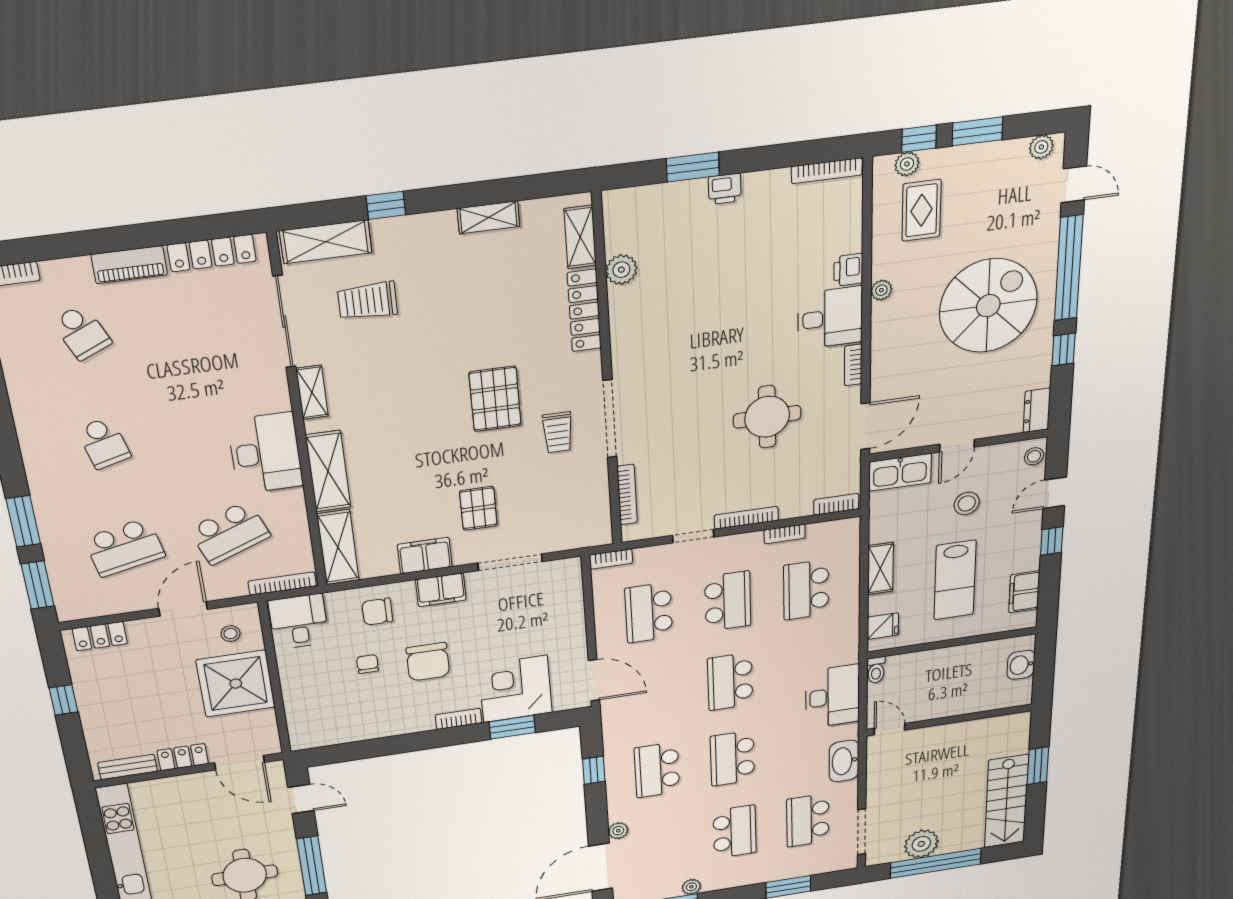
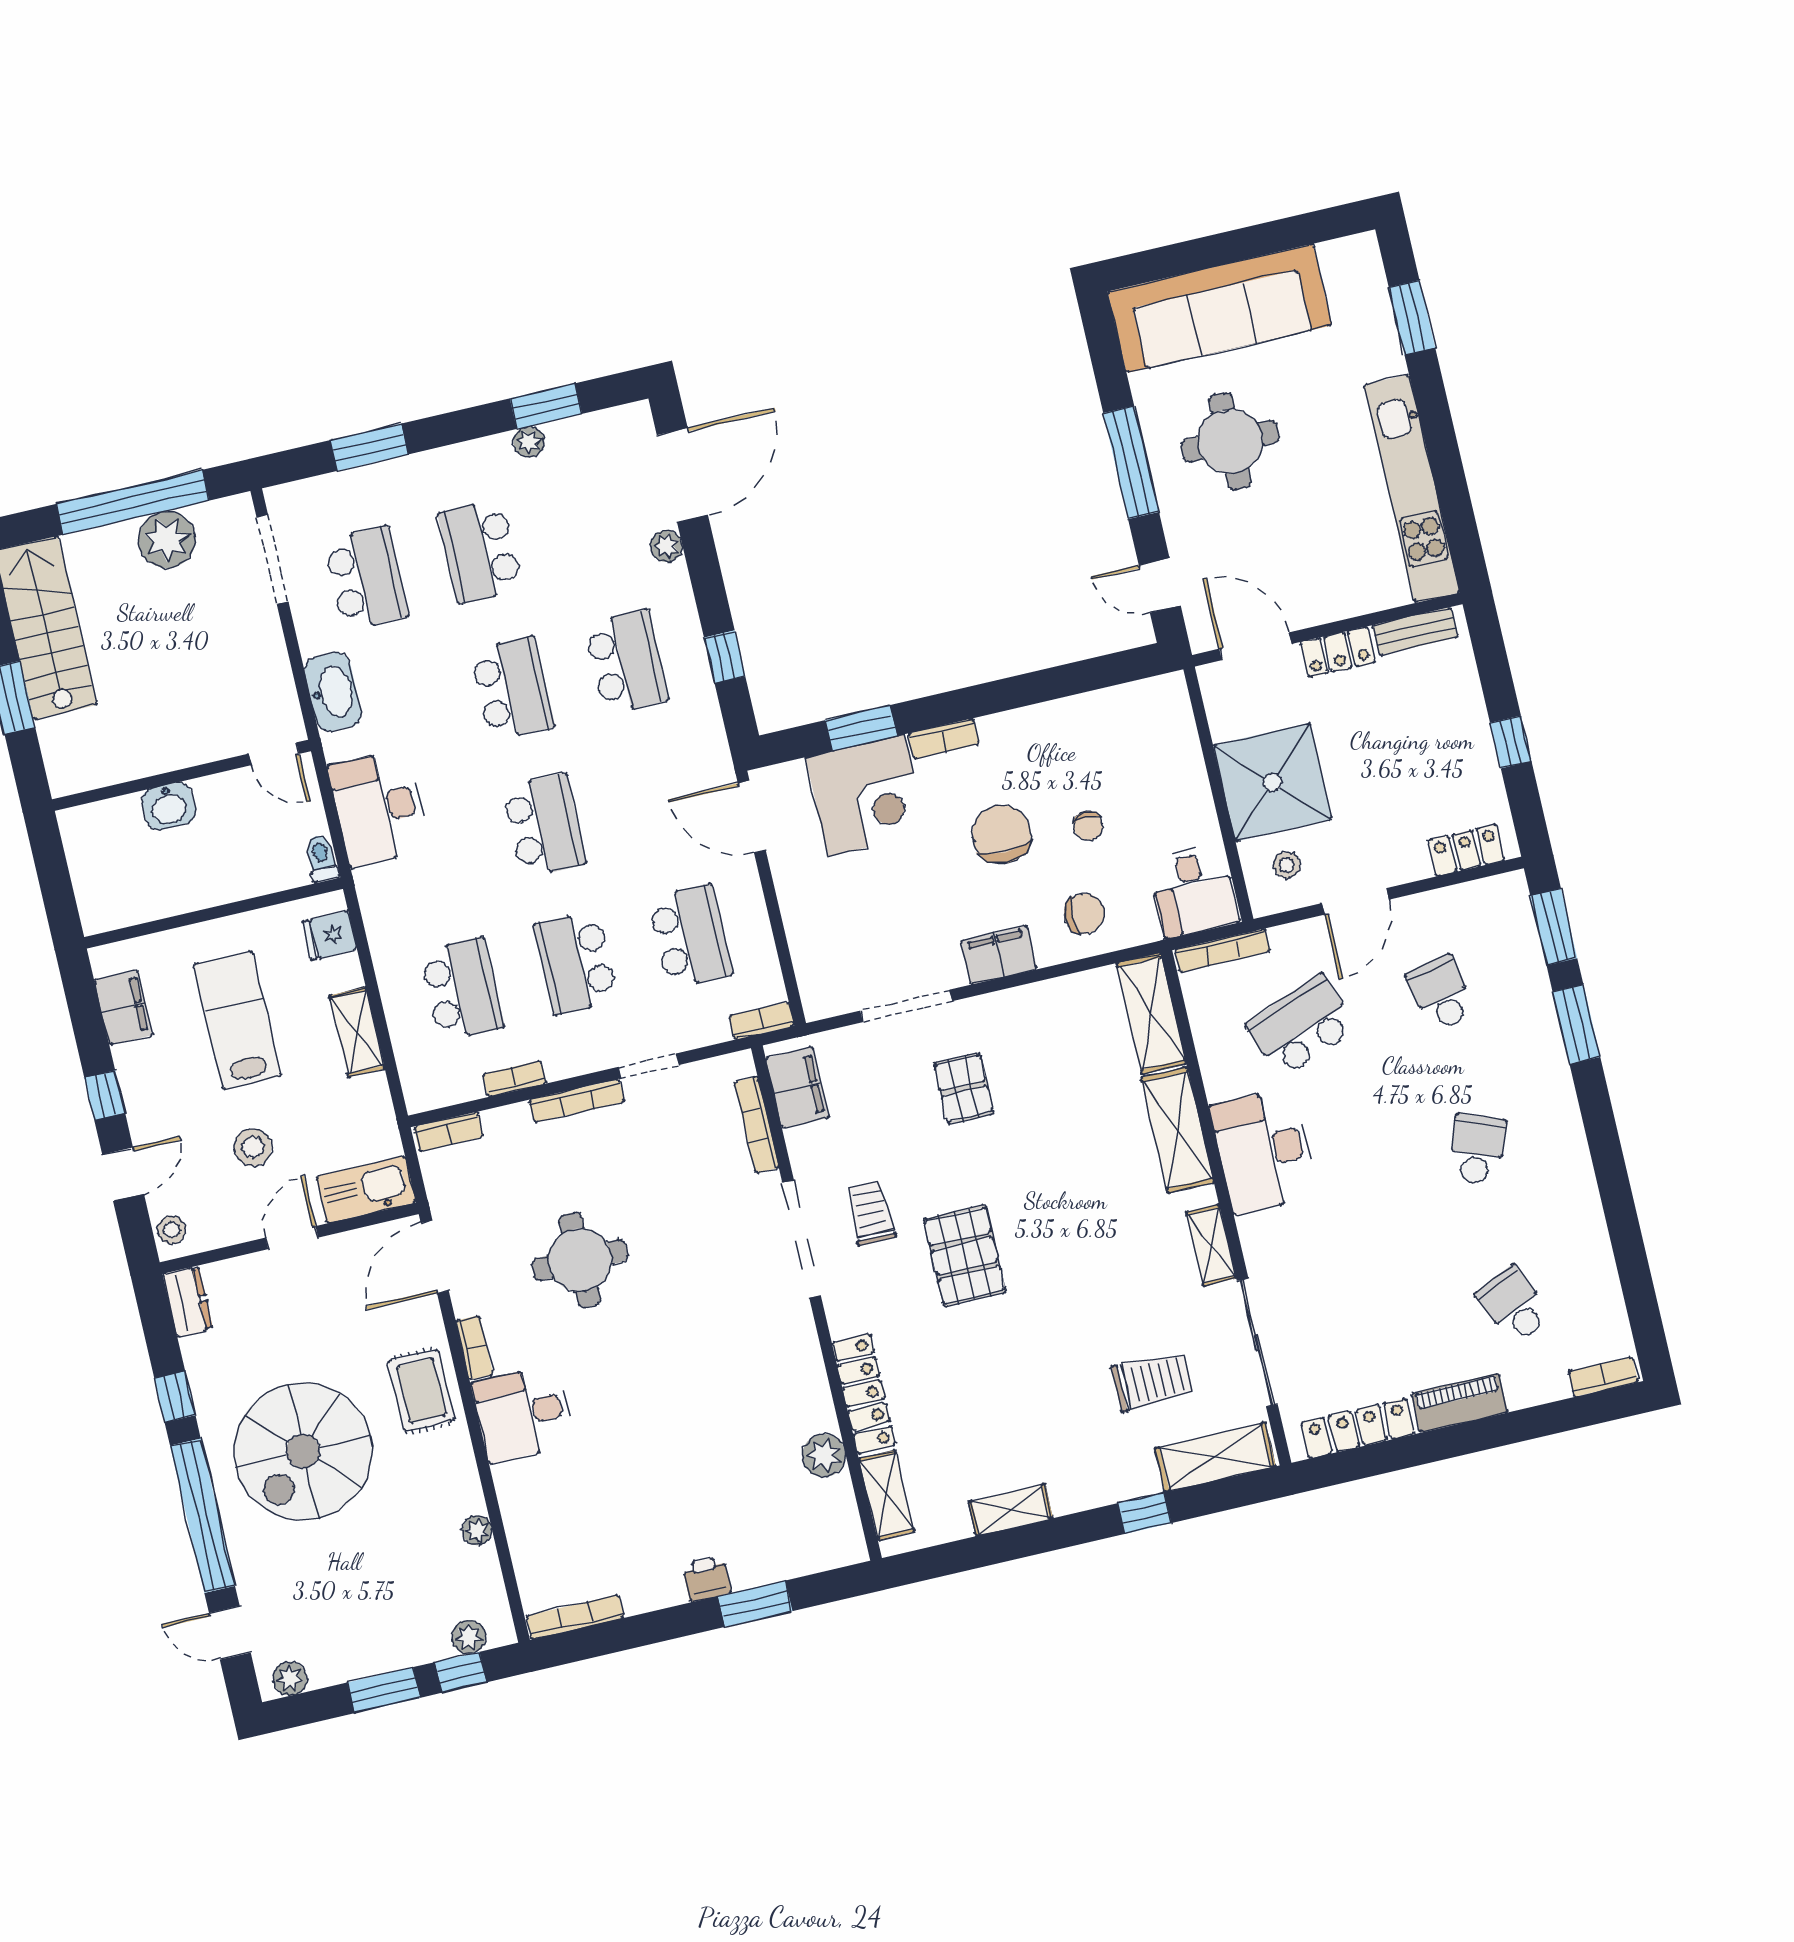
rug: (922, 210) -> (421, 1391), moved
printer: (848, 270) -> (514, 1484), removed
plant: (881, 290) -> (477, 1530), moved
school desk: (104, 443) -> (1477, 1149), turned 36
school desk: (124, 547) -> (1441, 993), width x0.54
filing cabinet: (425, 556) -> (797, 1088), moved, turned -90
washbasin: (1021, 665) -> (169, 806), moved, turned 90

